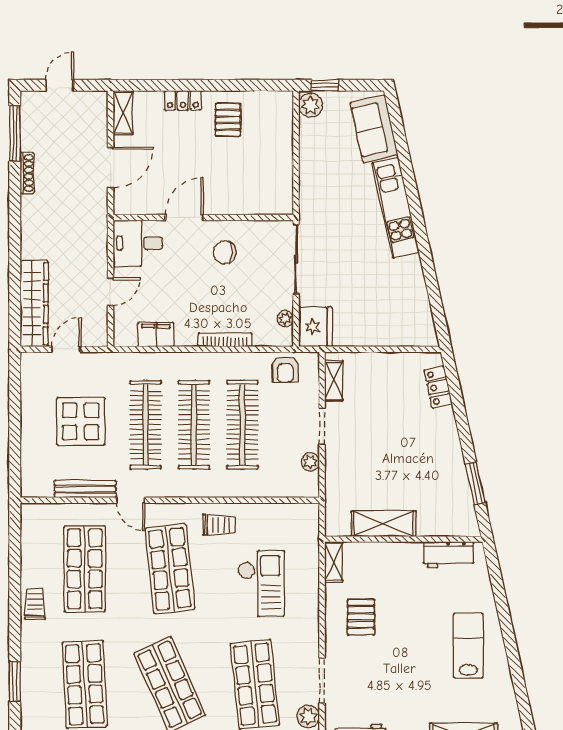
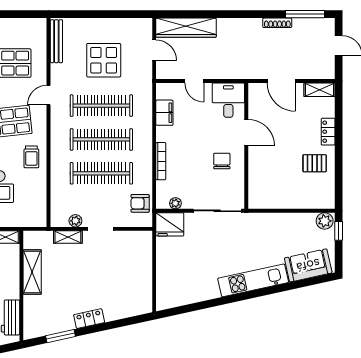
shelving: (334, 381) -> (68, 237), moved
locker: (438, 387) -> (89, 319), moved
bench: (85, 489) -> (56, 41), moved

